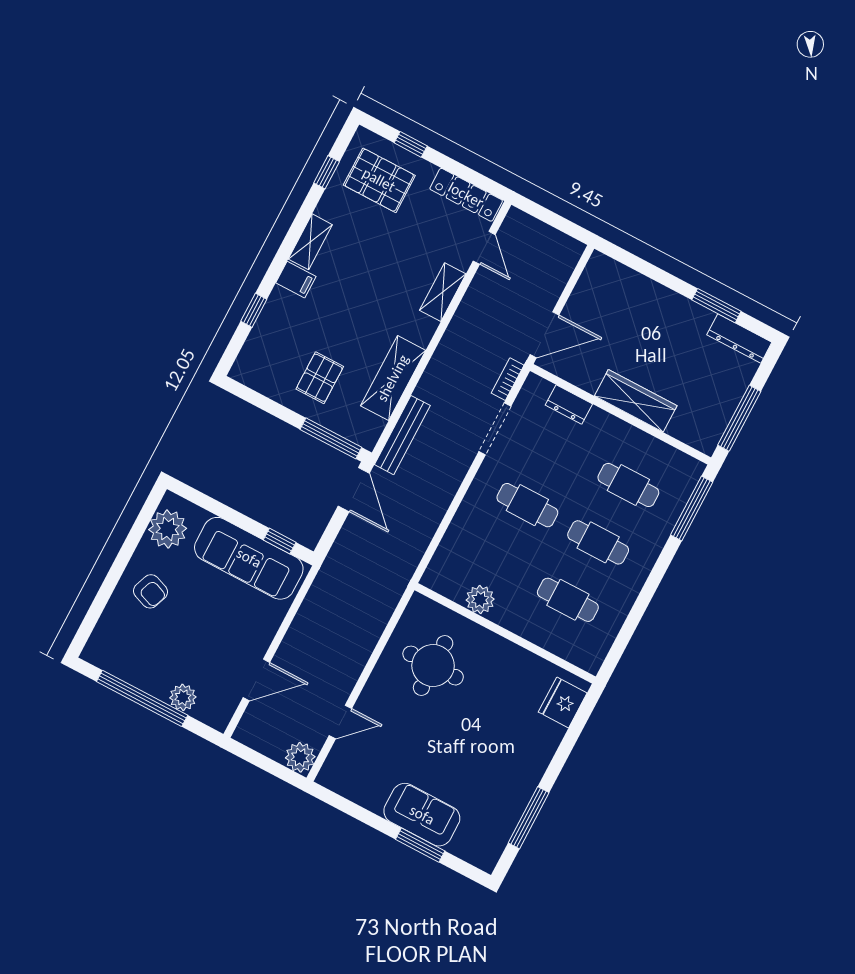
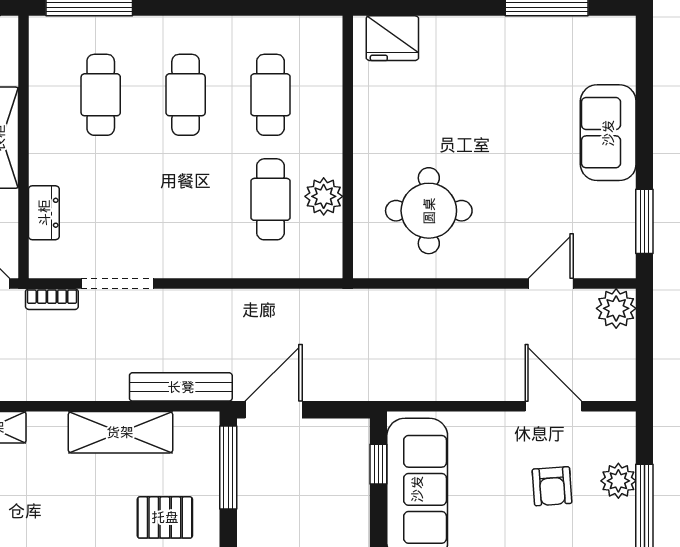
cafe table: (527, 505) -> (270, 199), moved
armchair: (203, 651) -> (552, 486), added
door: (340, 722) -> (551, 284), hinge flipped
window: (420, 845) -> (644, 221), moved

